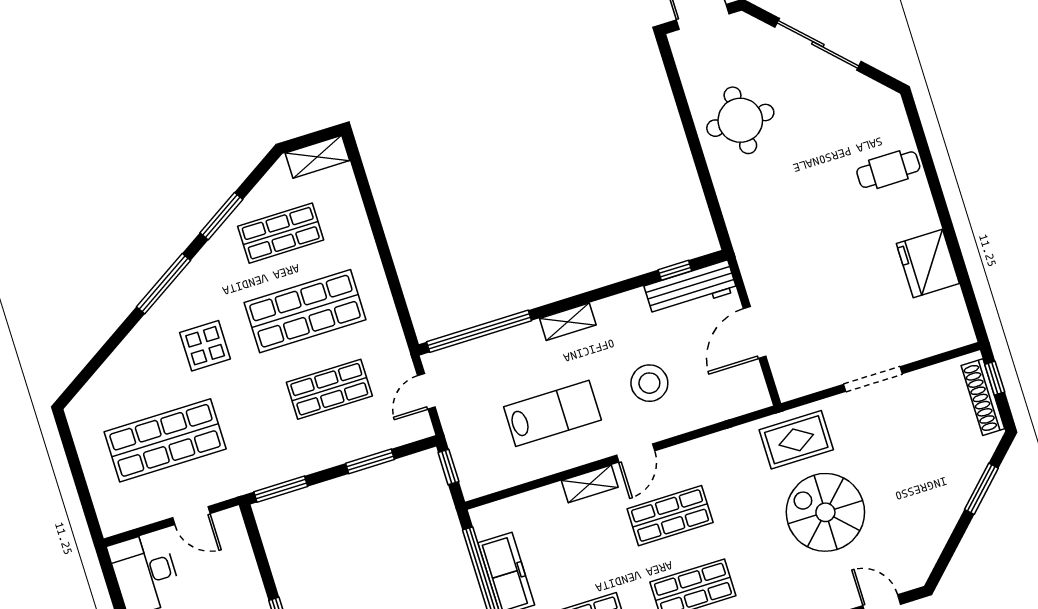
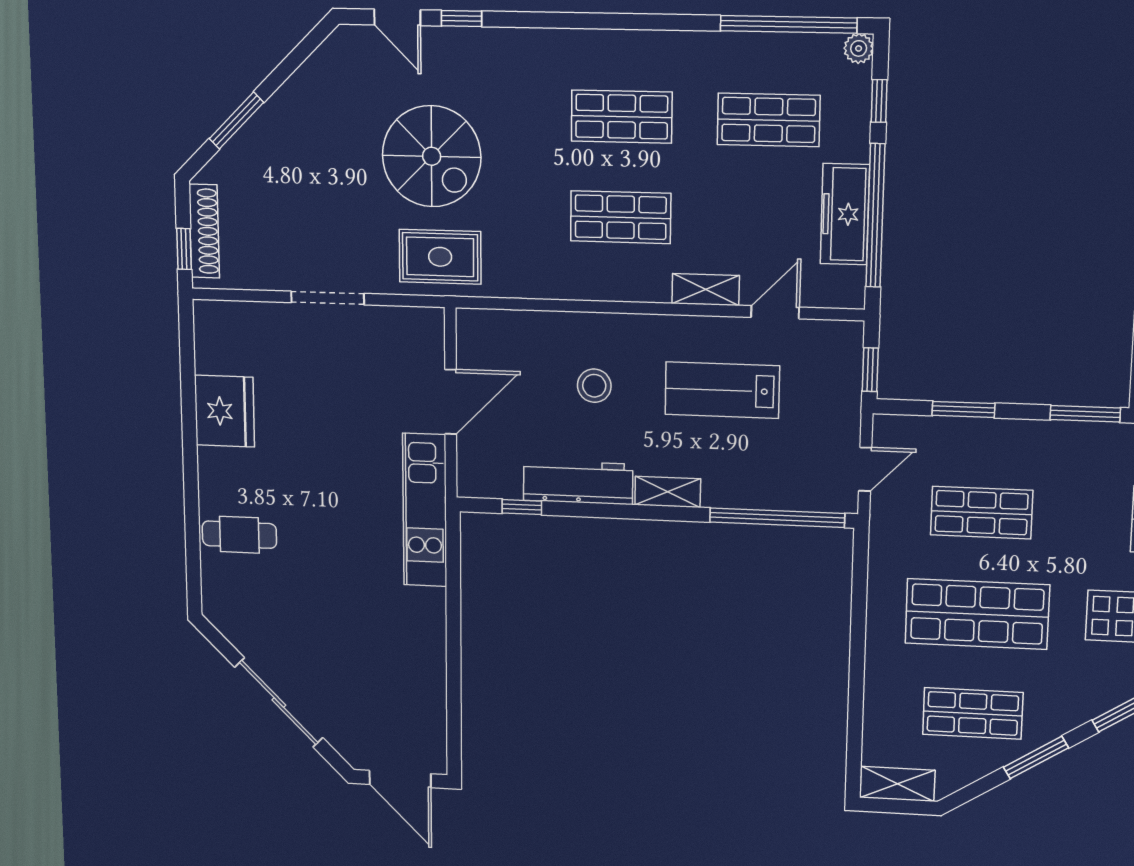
round table: (740, 120) -> (393, 650), removed
kitchen unit: (749, 241) -> (425, 510), added
workbench: (691, 288) -> (578, 482), moved
stool: (649, 383) -> (594, 386), width x0.73, depth x0.73
door: (636, 453) -> (775, 312), moved

